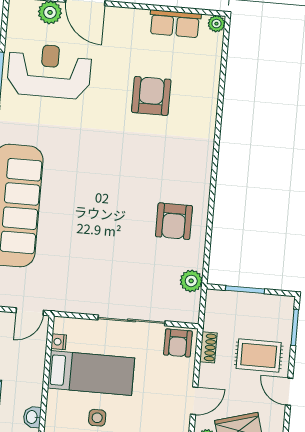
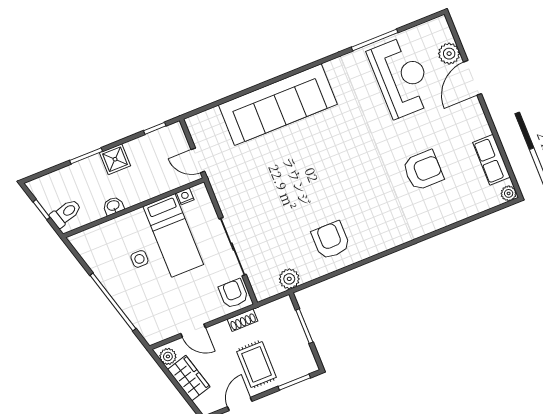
armchair: (174, 221) -> (331, 240), turned 90
armchair: (178, 343) -> (233, 294), turned 90

